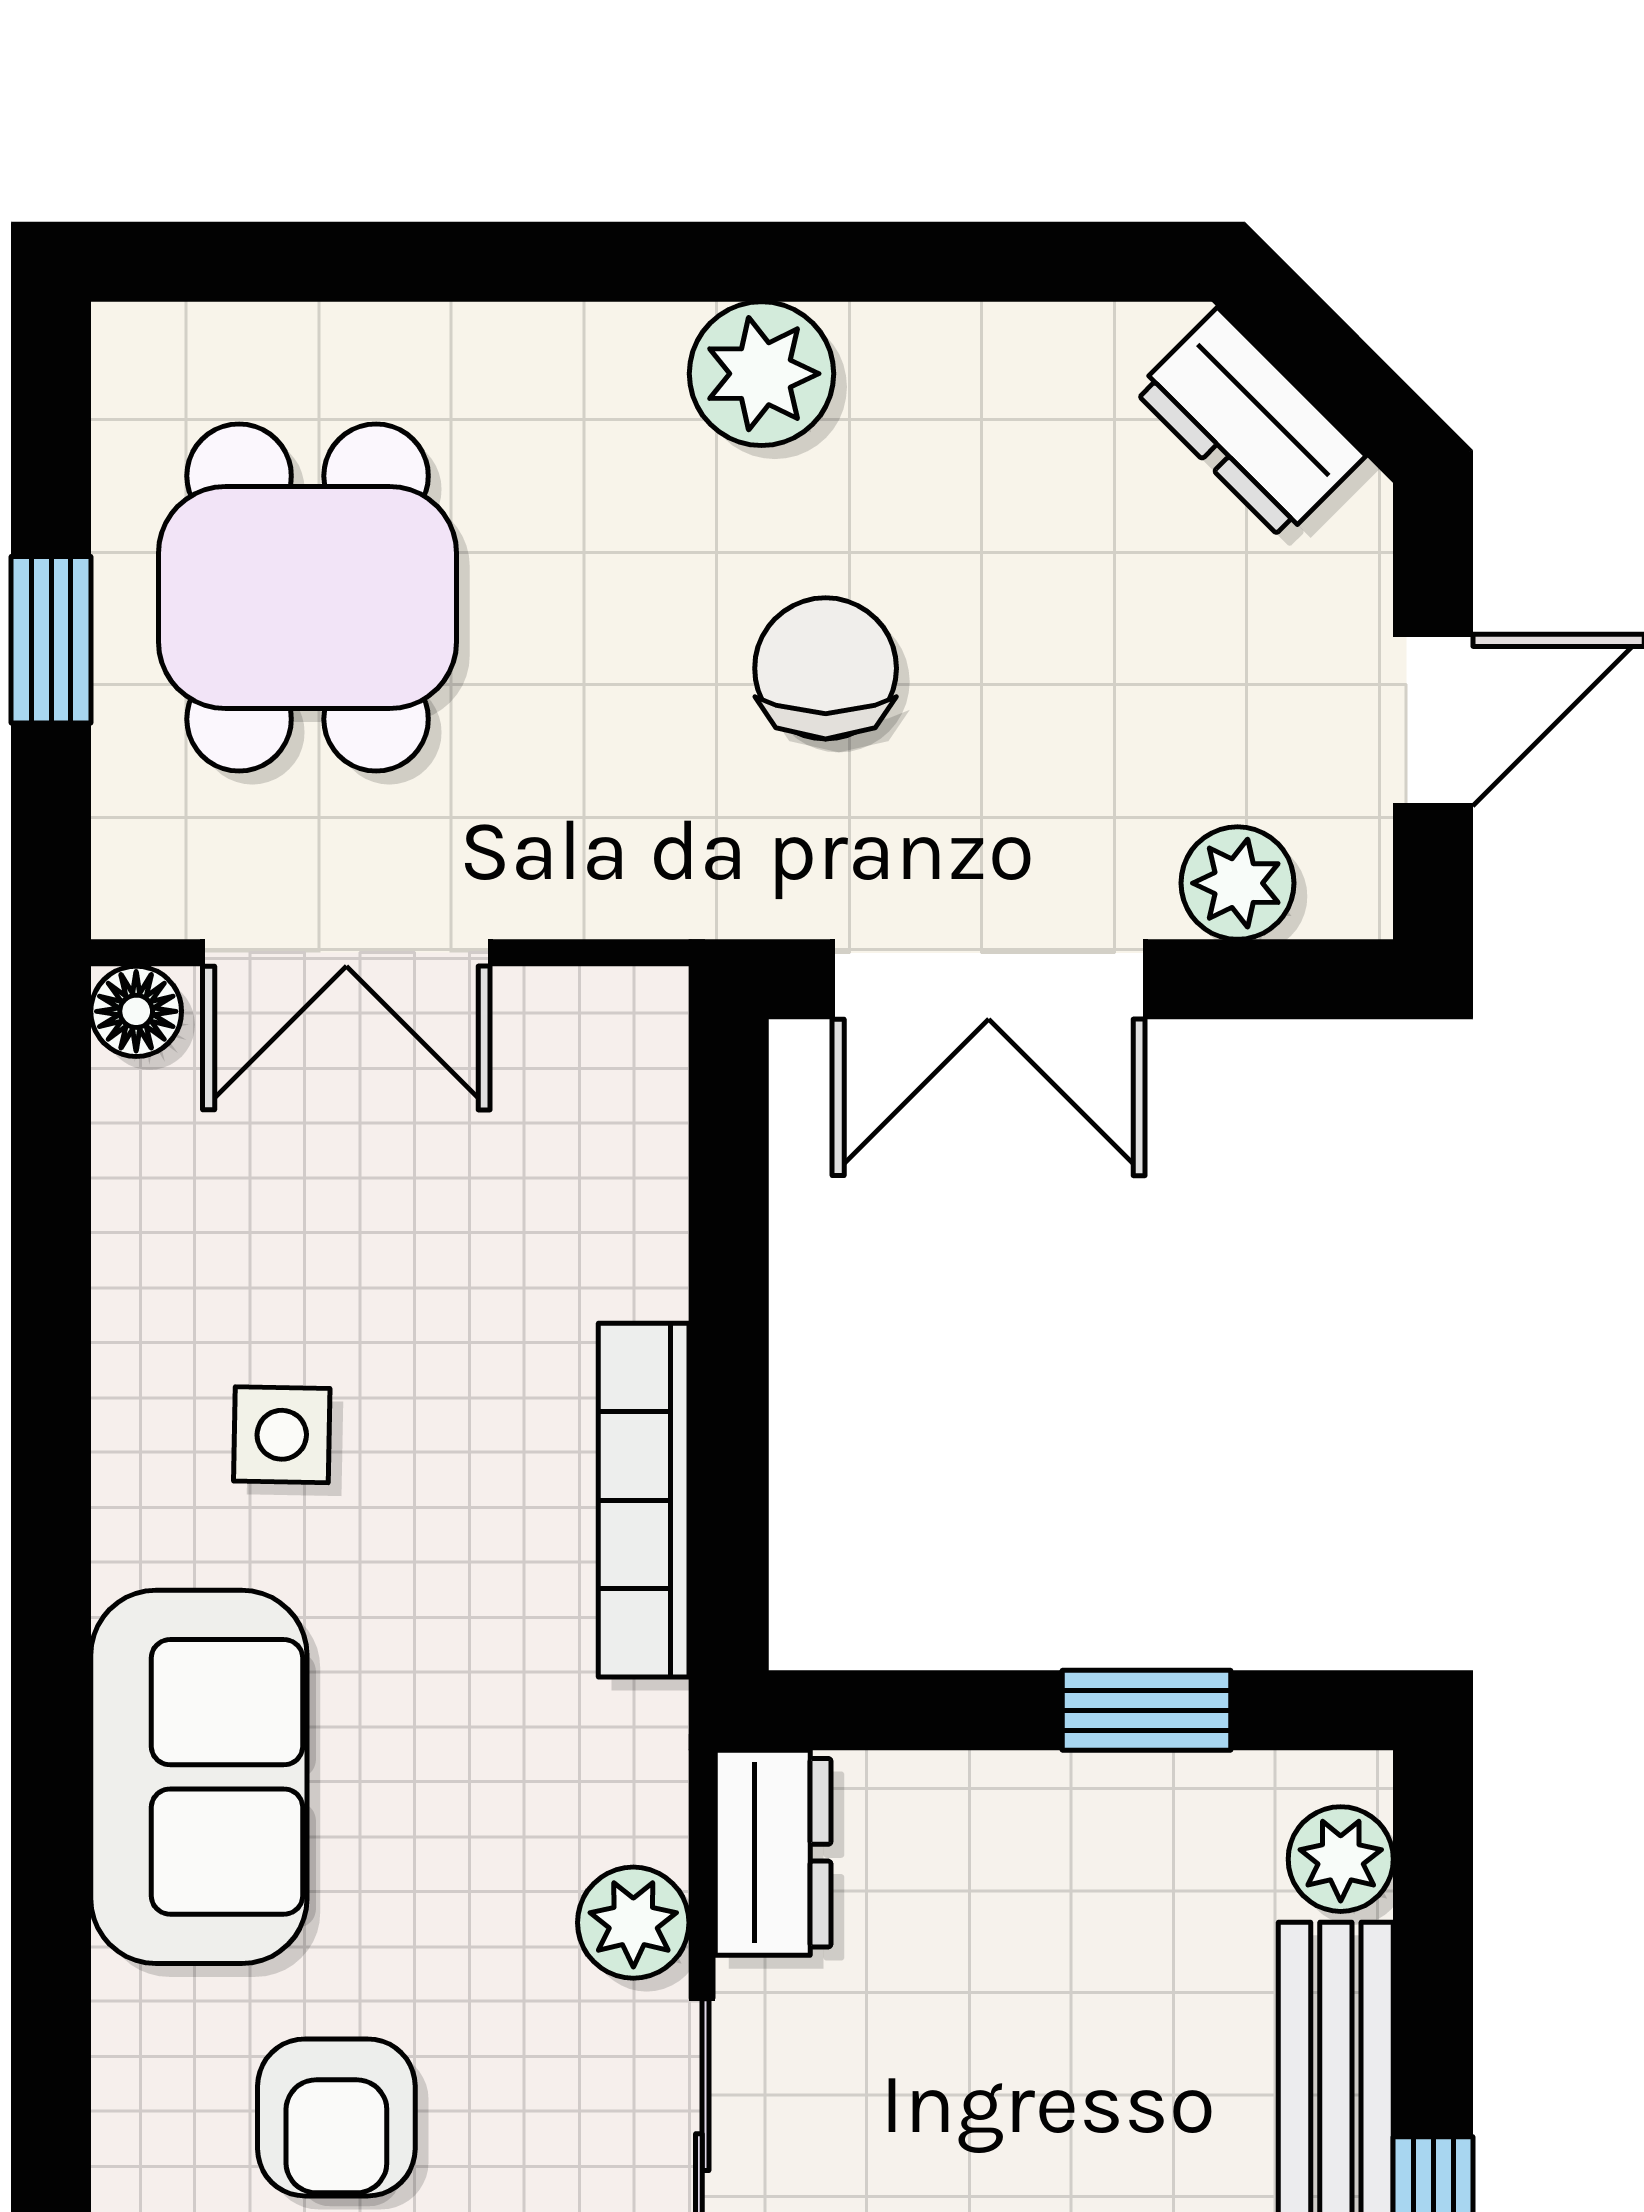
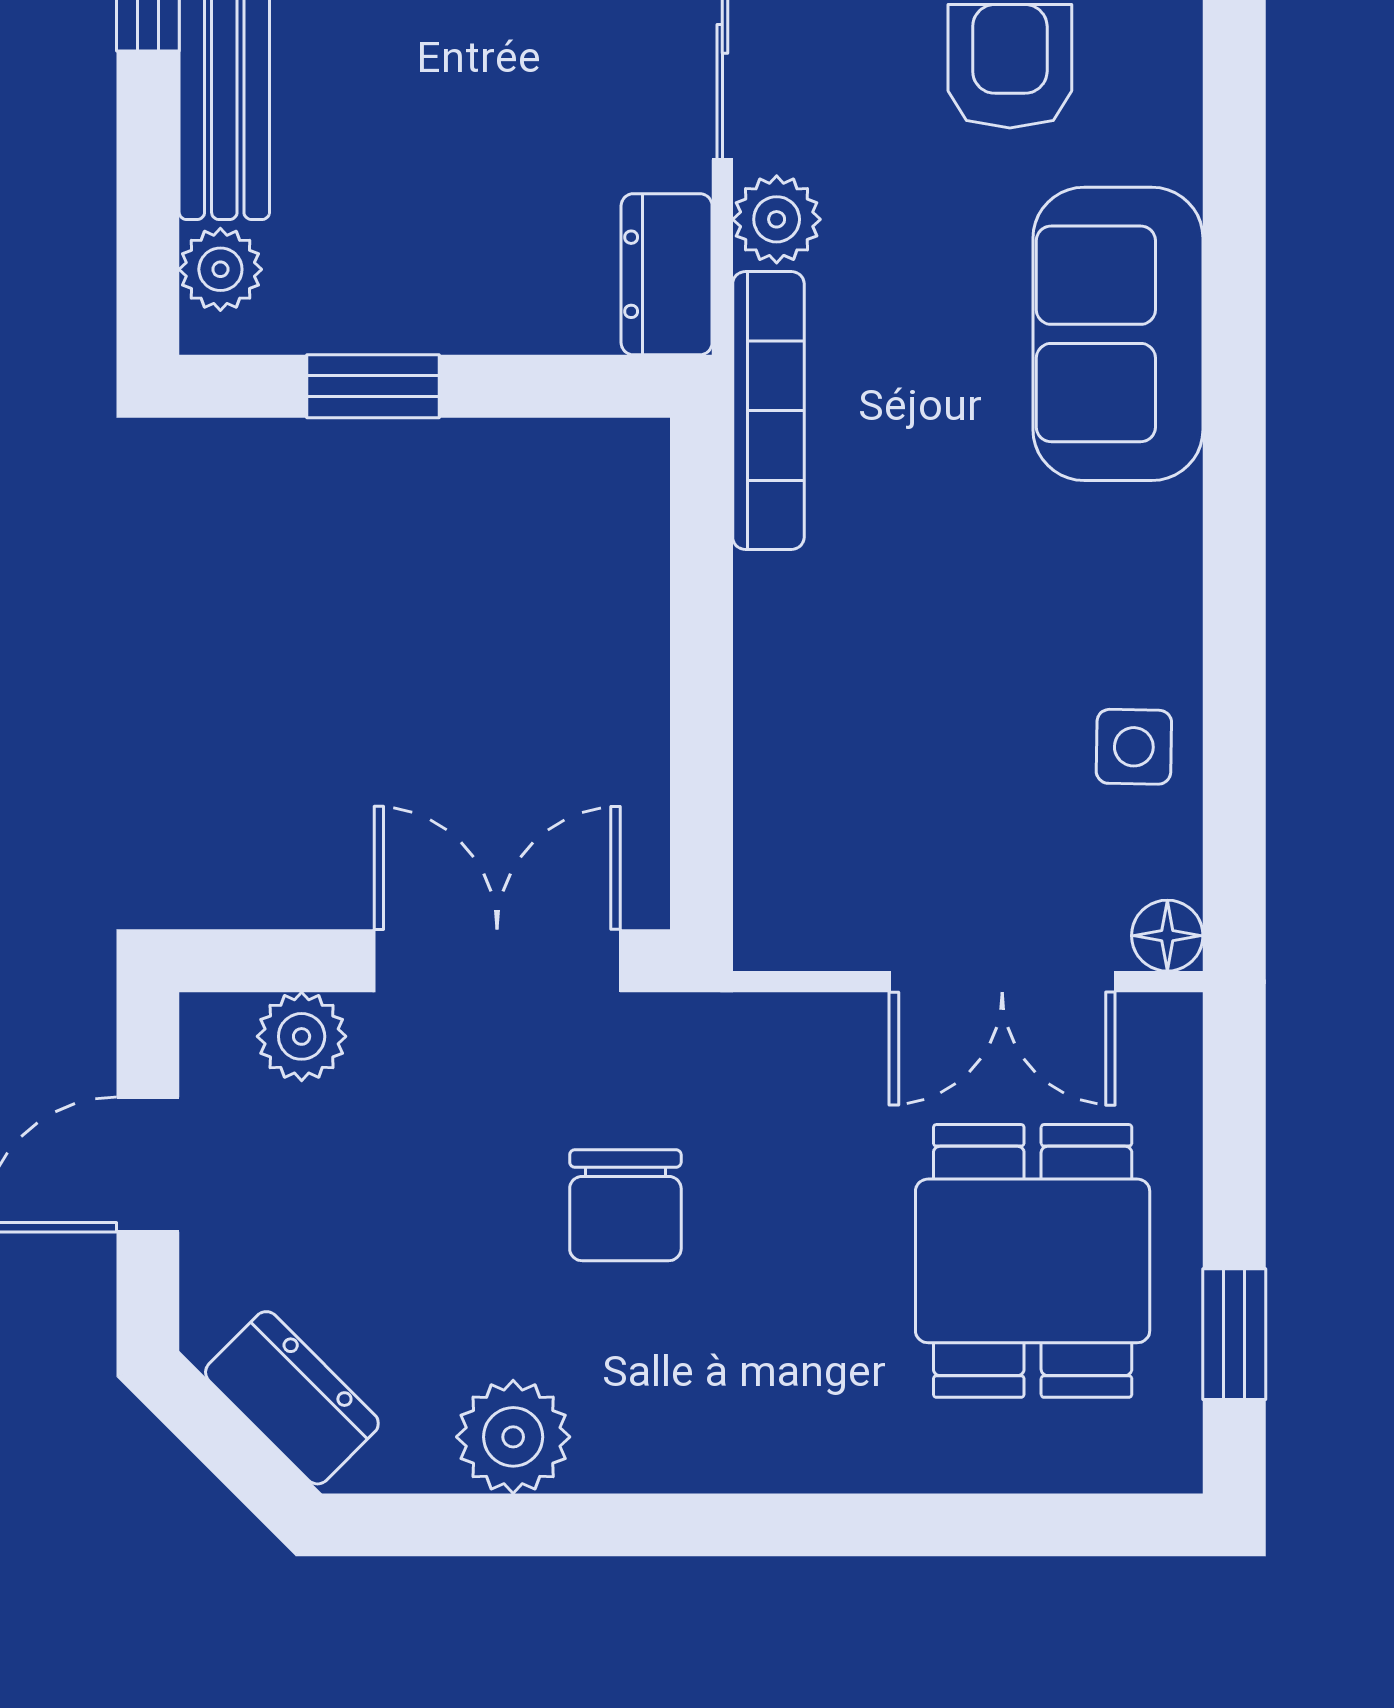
plant: (762, 374) -> (513, 1437), moved
window: (51, 640) -> (1234, 1334), moved
double door: (346, 953) -> (1002, 982), swing flipped
side table: (282, 1435) -> (1134, 747), moved
bookcase: (644, 1500) -> (768, 410), moved

